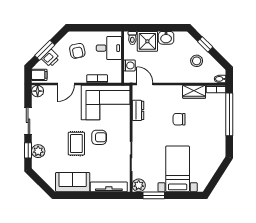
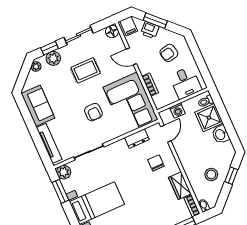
chair: (179, 119) -> (156, 163), moved
rug: (76, 144) -> (86, 70), moved
plant: (39, 169) -> (36, 66), added

